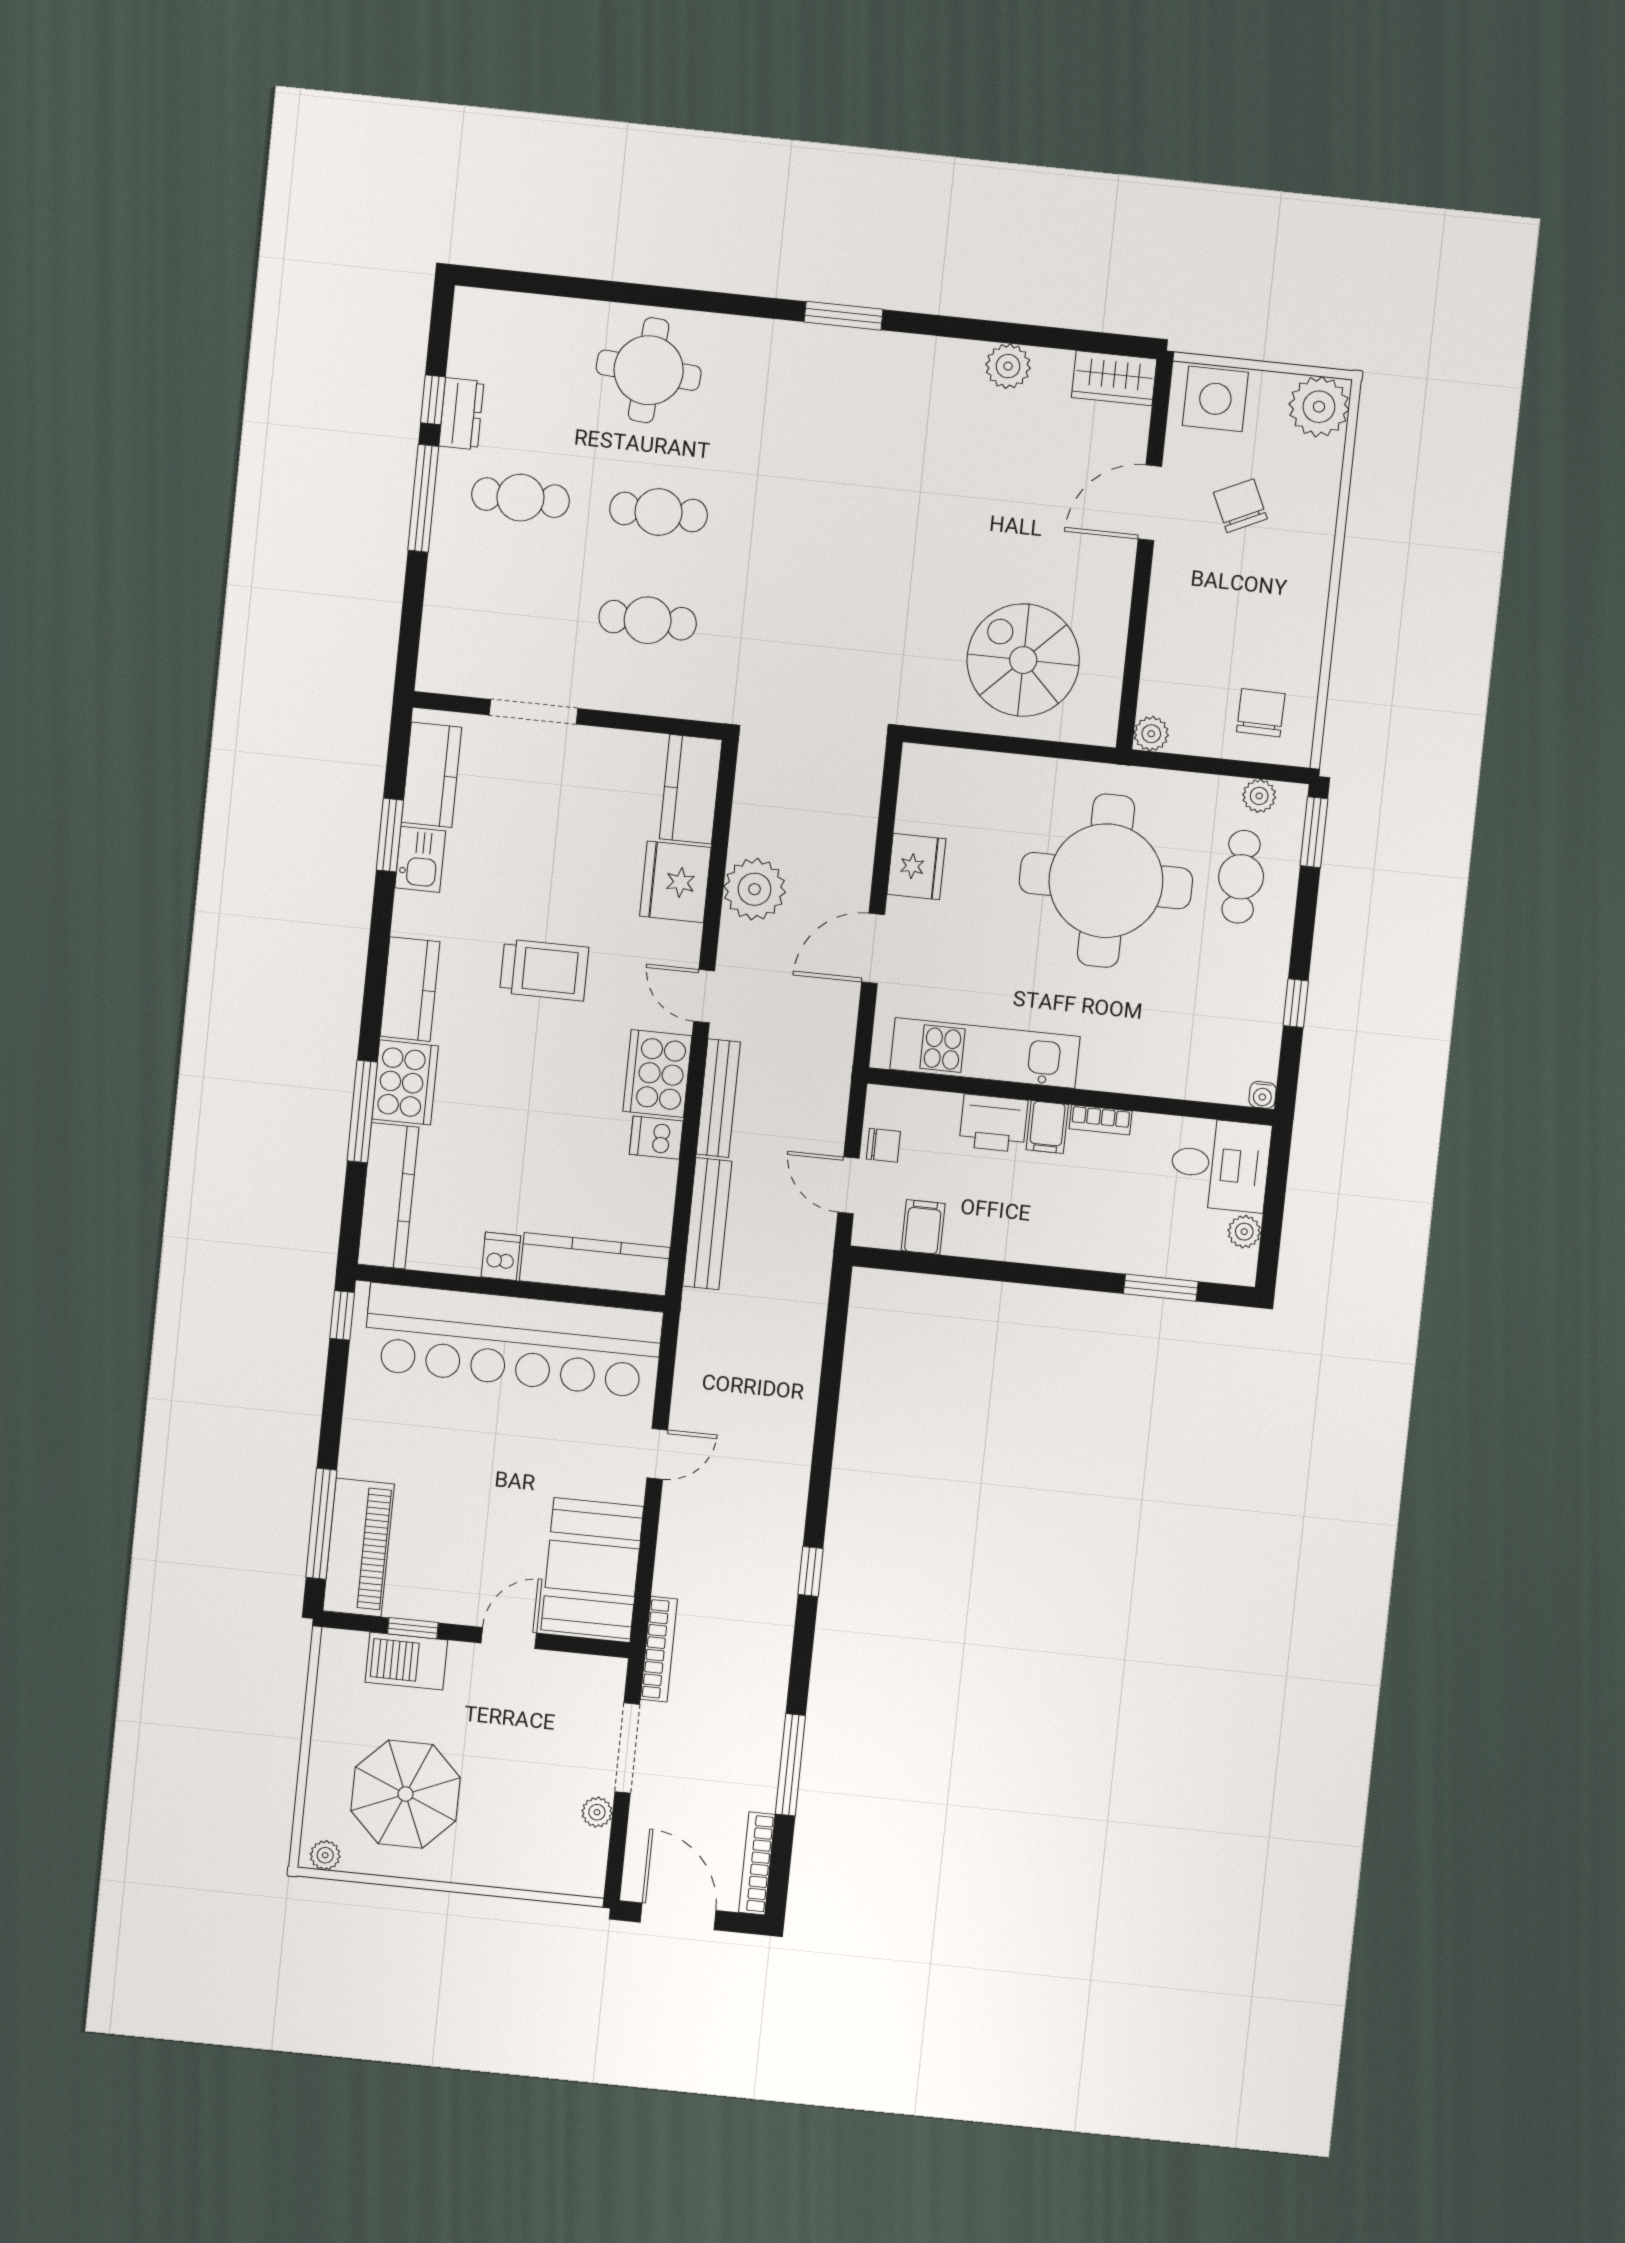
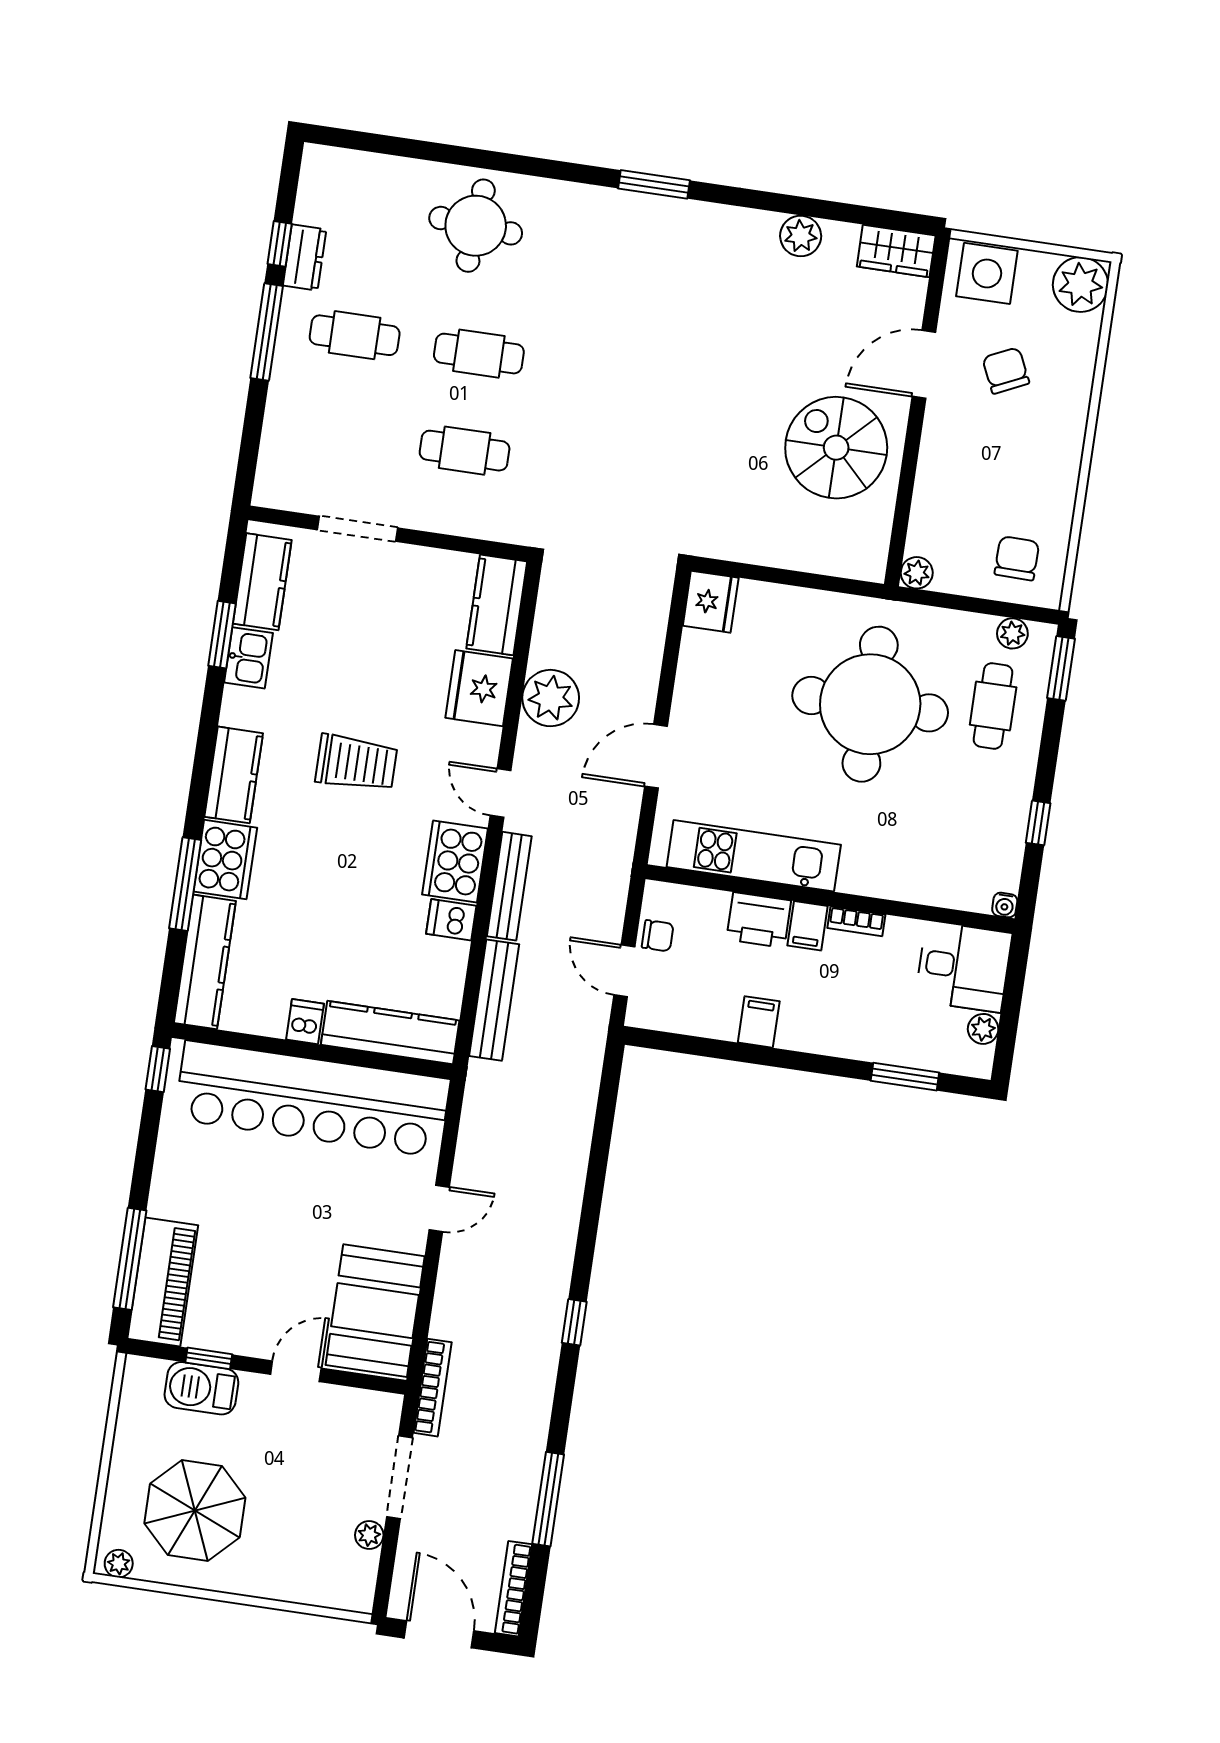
spiral stairs: (1023, 660) -> (836, 448), moved
fridge: (916, 867) -> (711, 602), moved
filing cabinet: (923, 1227) -> (759, 1022), moved

